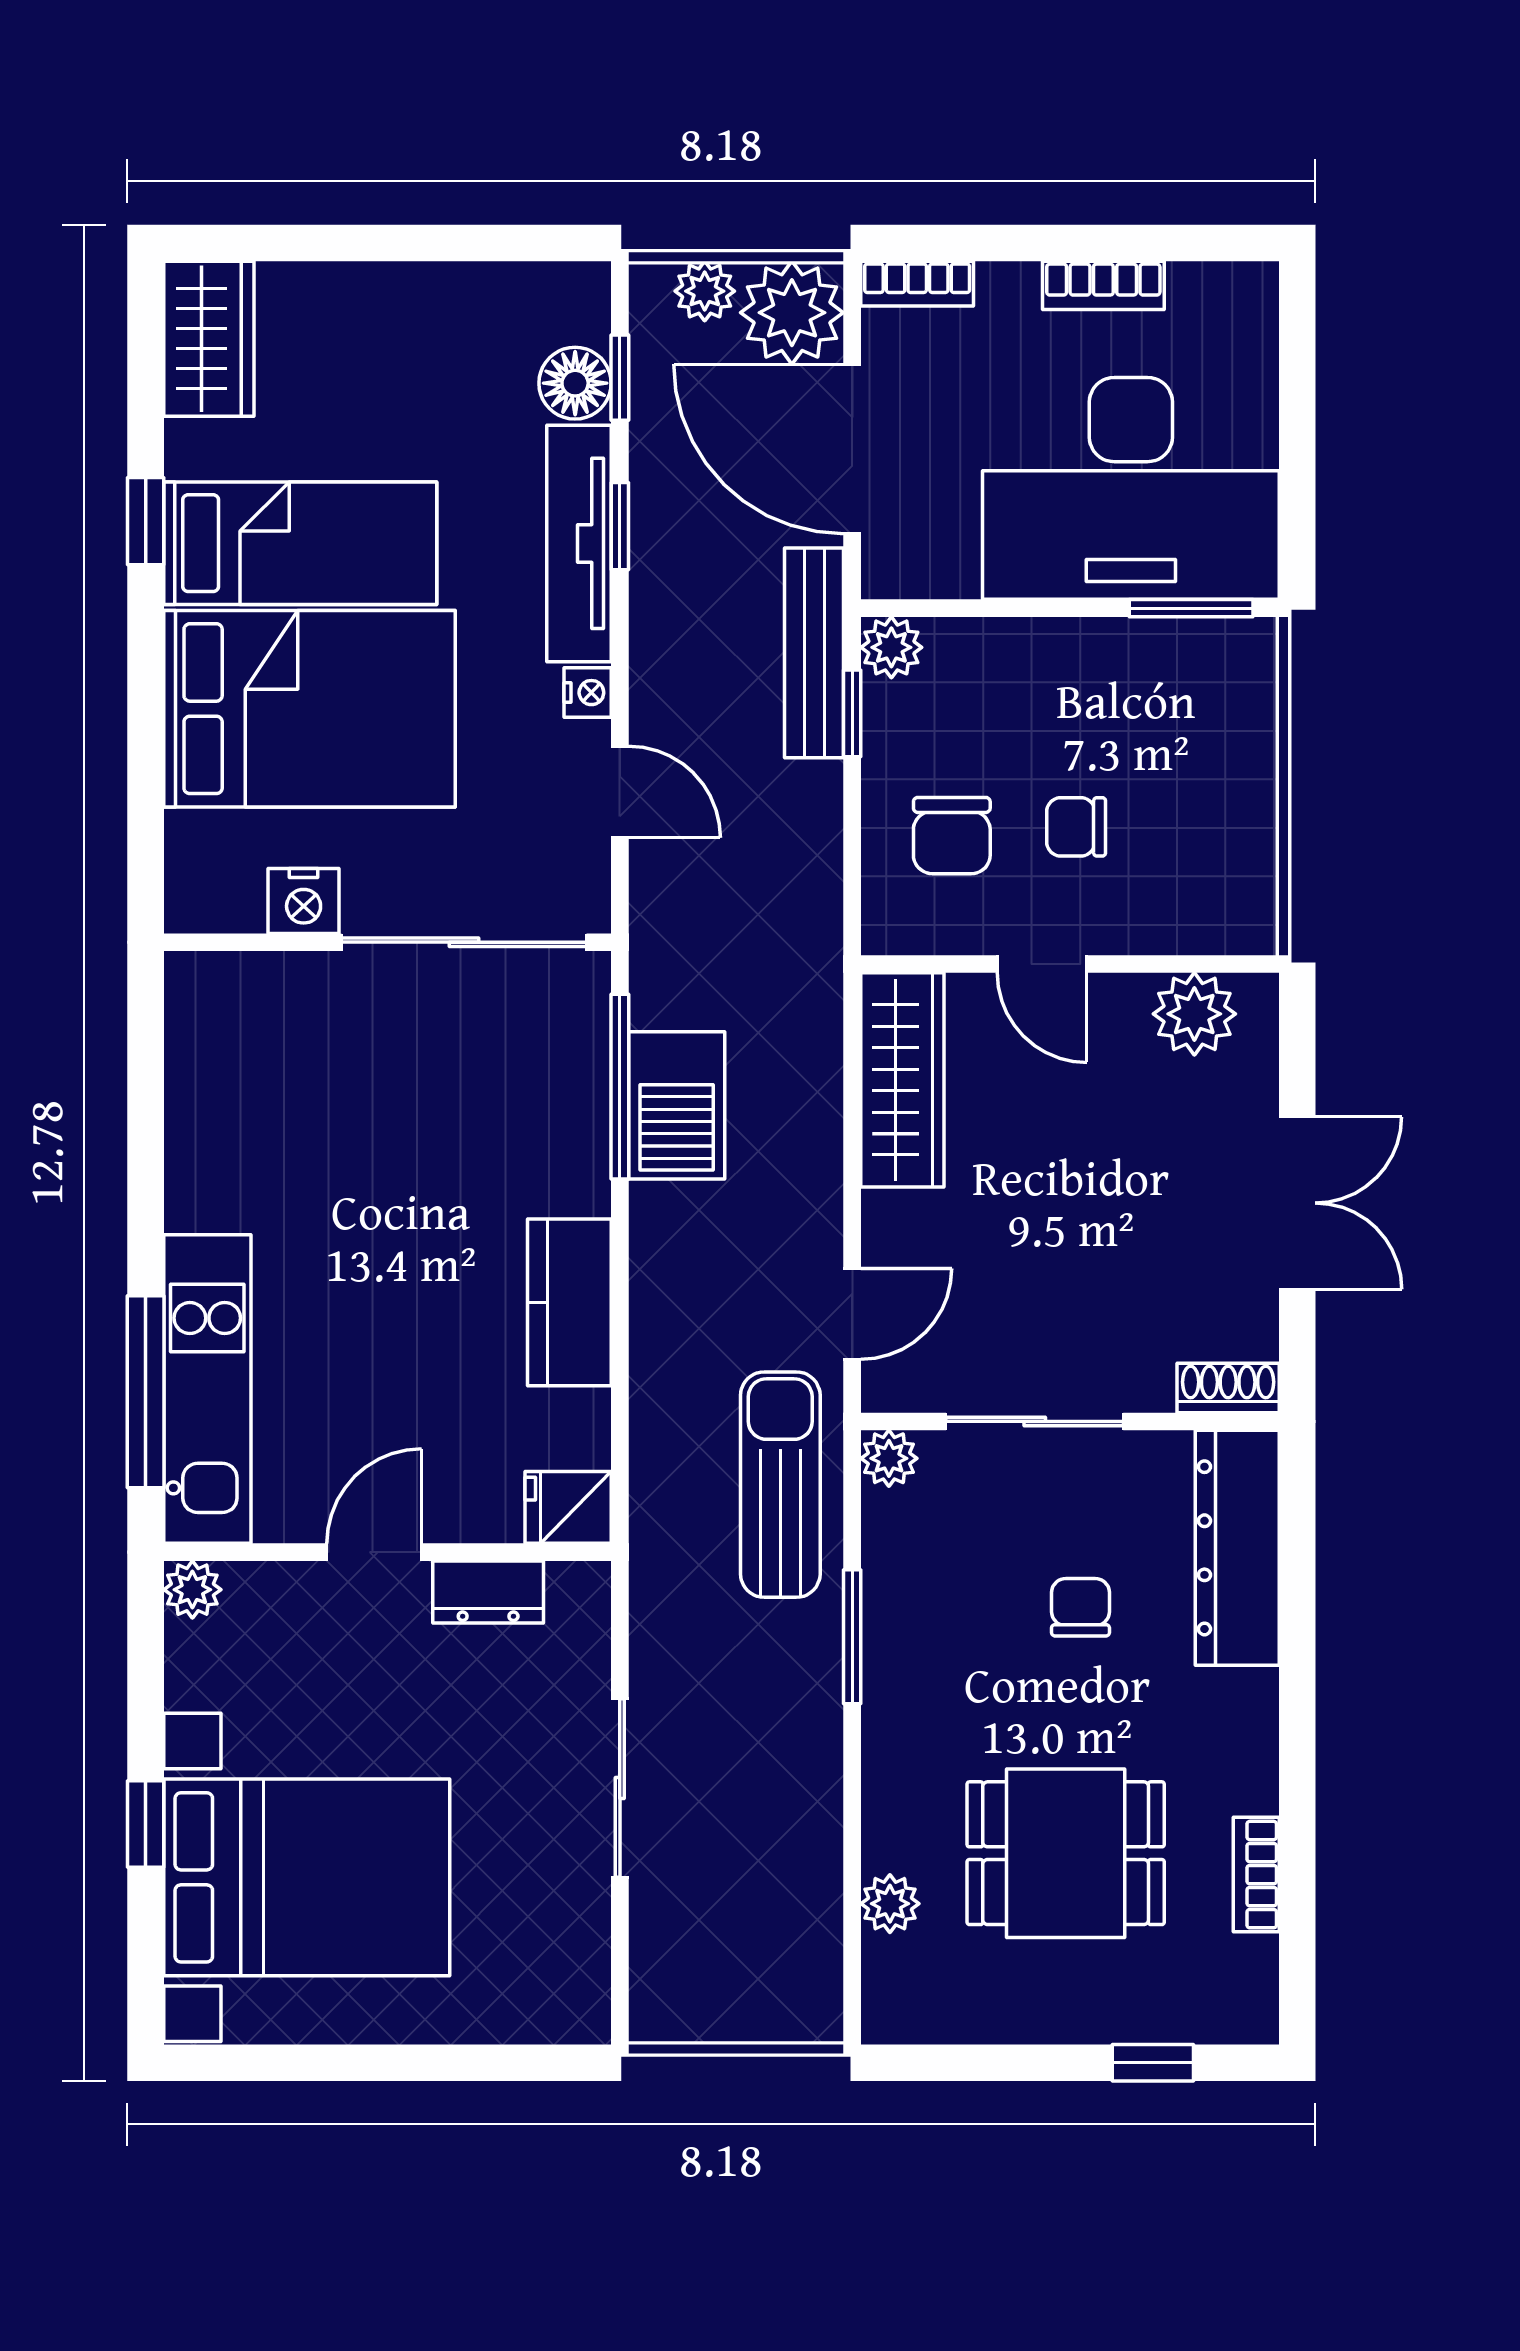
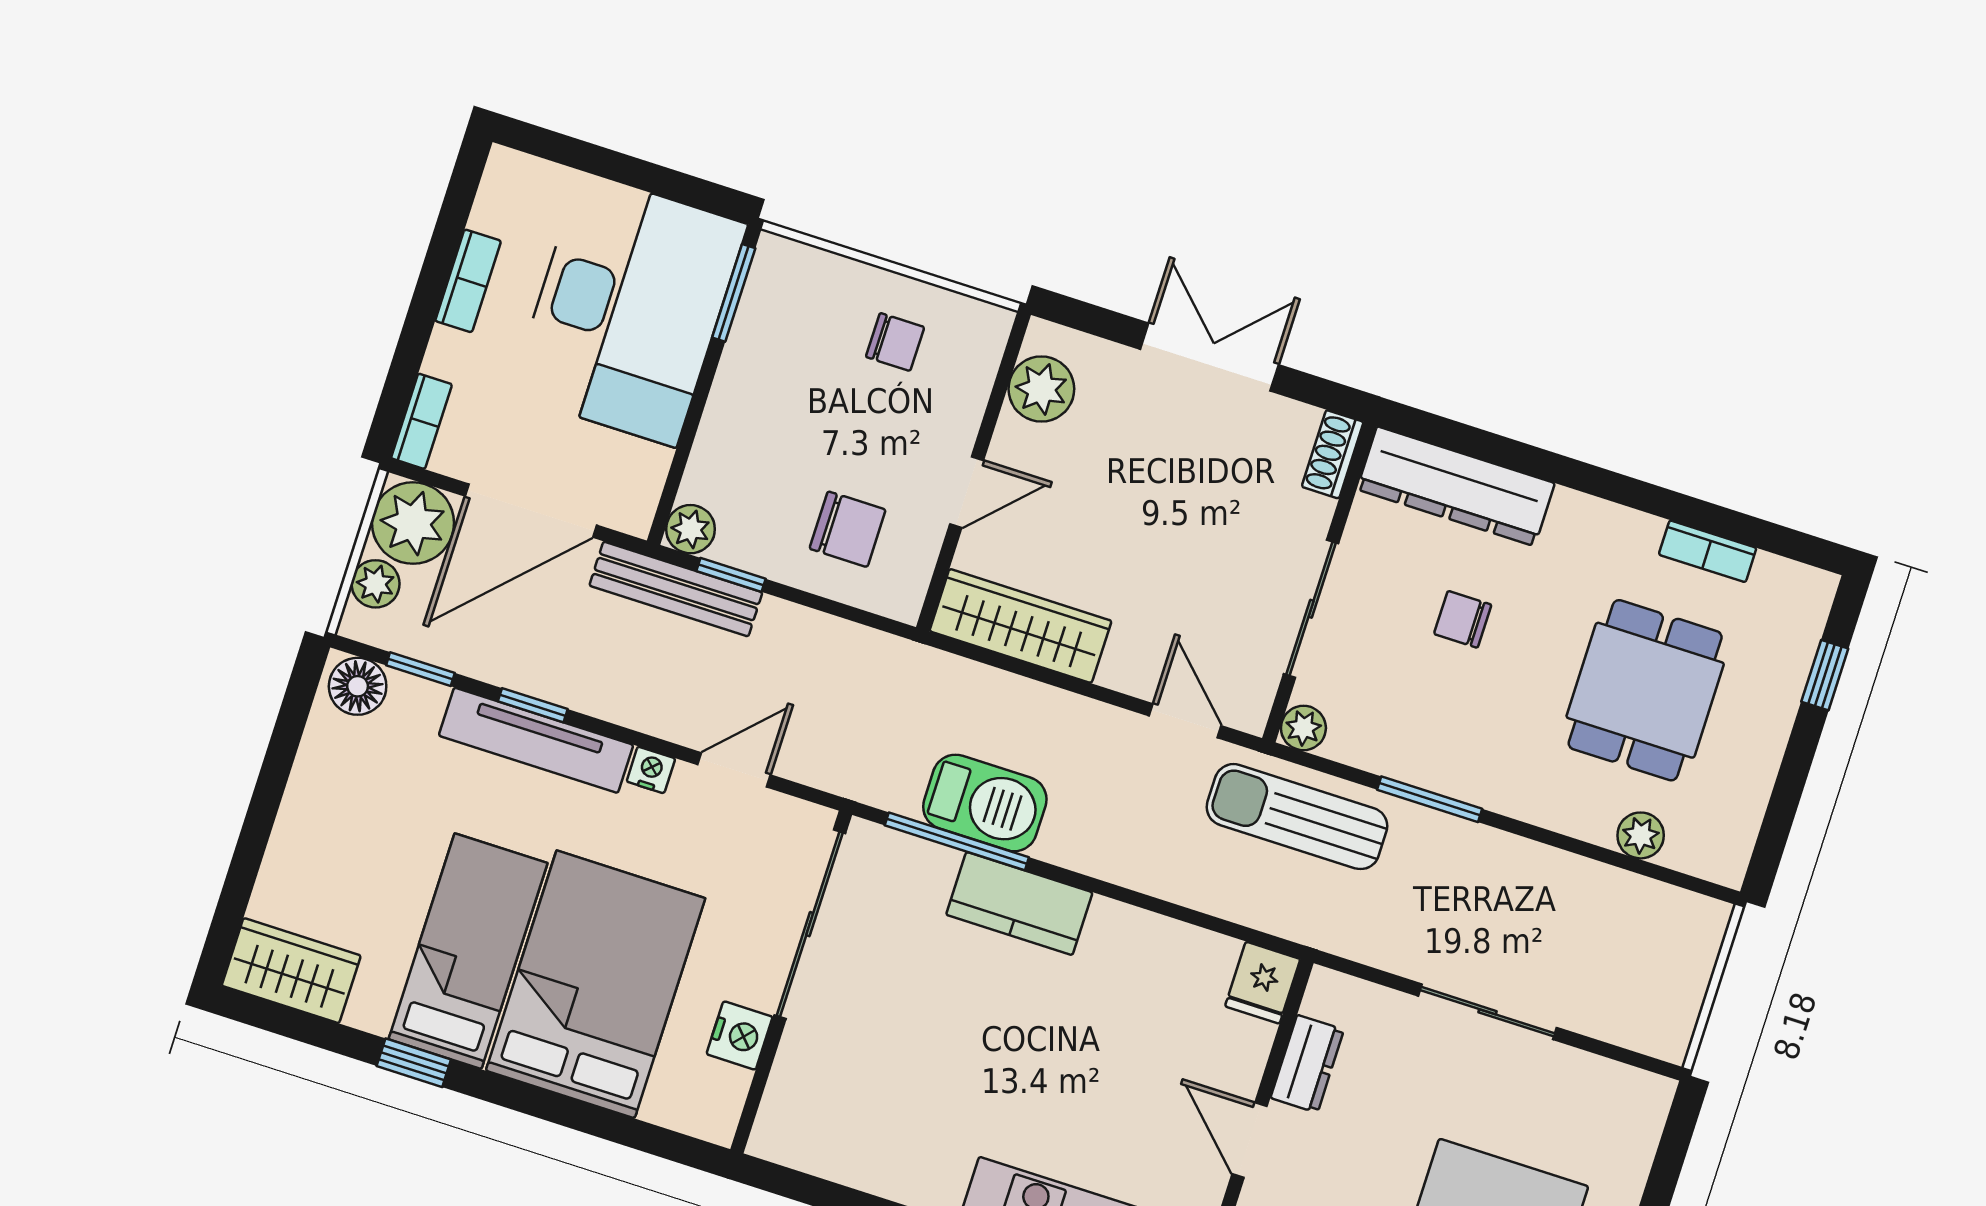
floor lamp: (575, 383) -> (358, 686), moved
chair: (1076, 827) -> (895, 342), moved, turned -90
kitchen counter: (569, 1302) -> (1019, 904), moved

